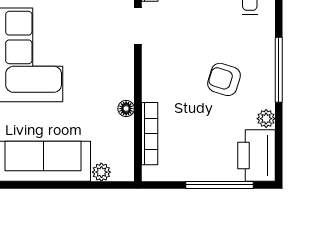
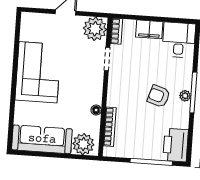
plant: (266, 119) -> (185, 96), moved
plant: (101, 172) -> (83, 144), width x1.87, depth x1.87

